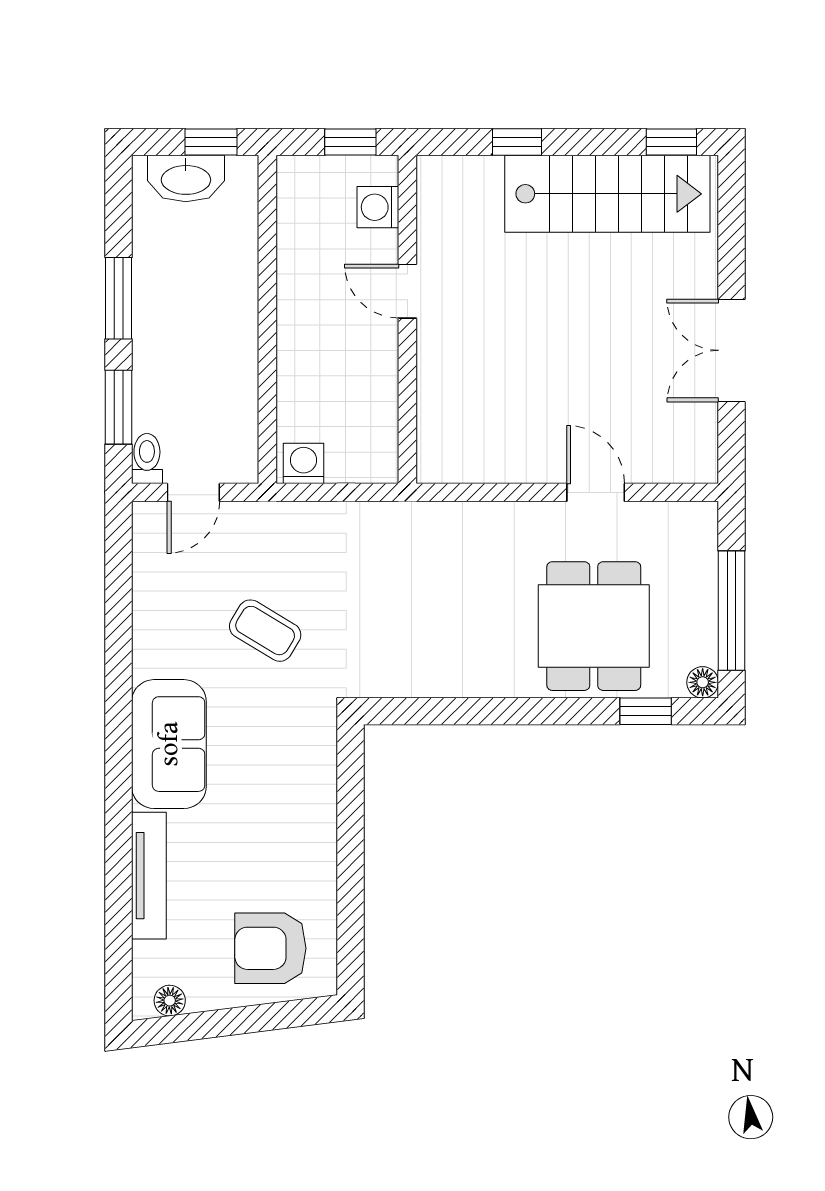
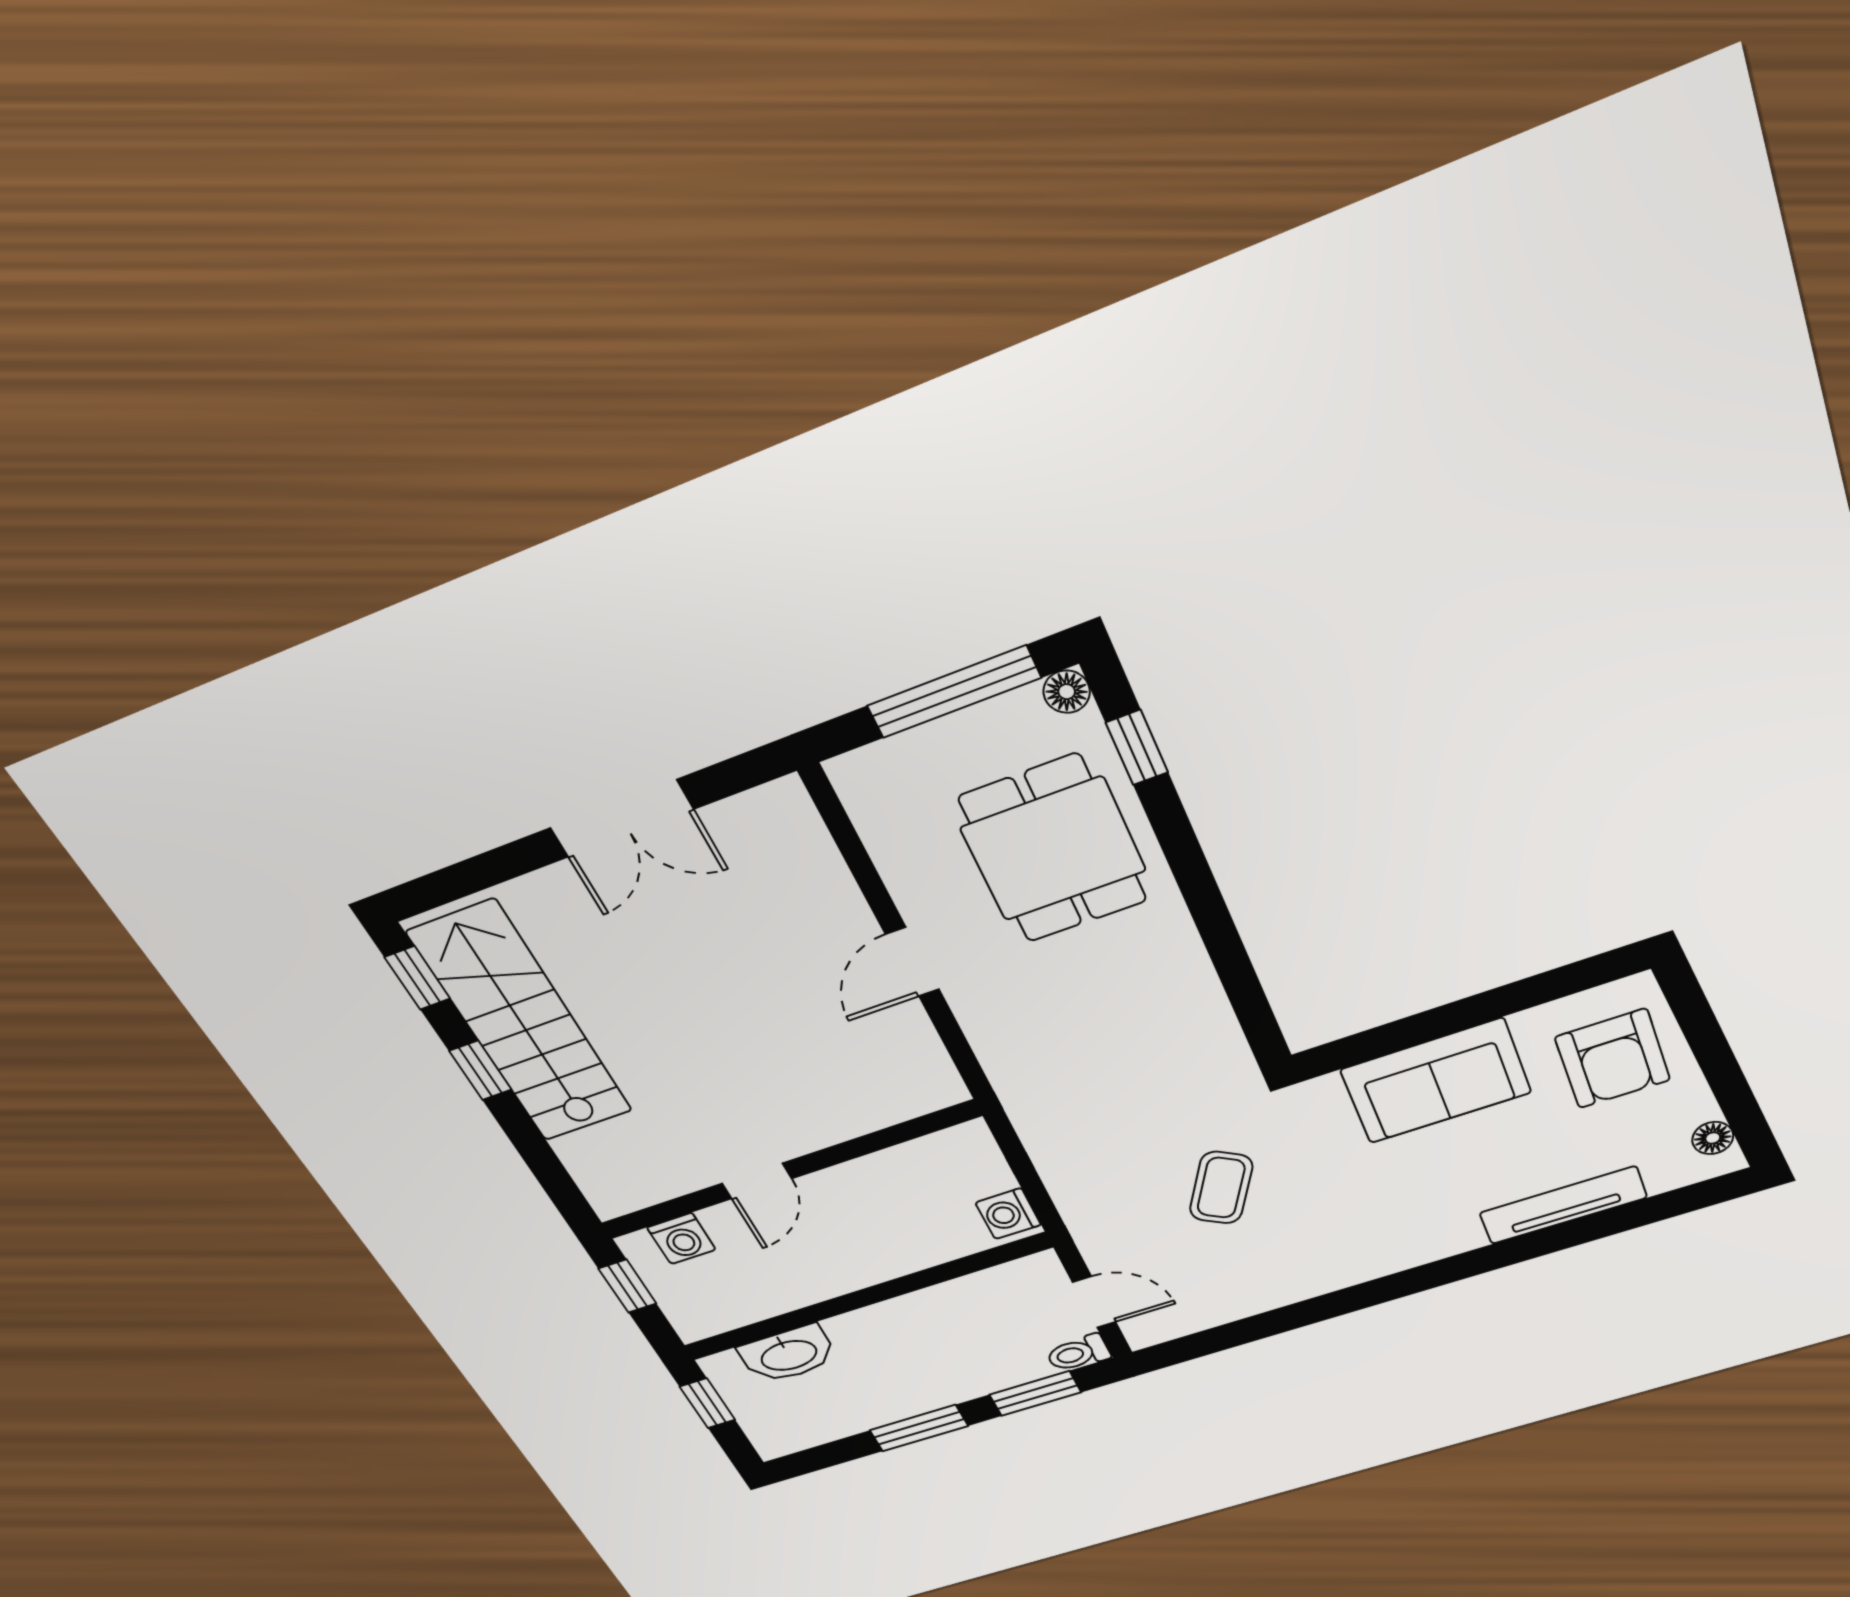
window: (517, 142) -> (480, 1070), moved
washbasin: (186, 179) -> (788, 1354), moved, turned 90
door: (596, 492) -> (912, 962), moved
dining table: (594, 626) -> (1053, 849), turned 90
sofa: (169, 744) -> (1436, 1081), moved, turned 180

